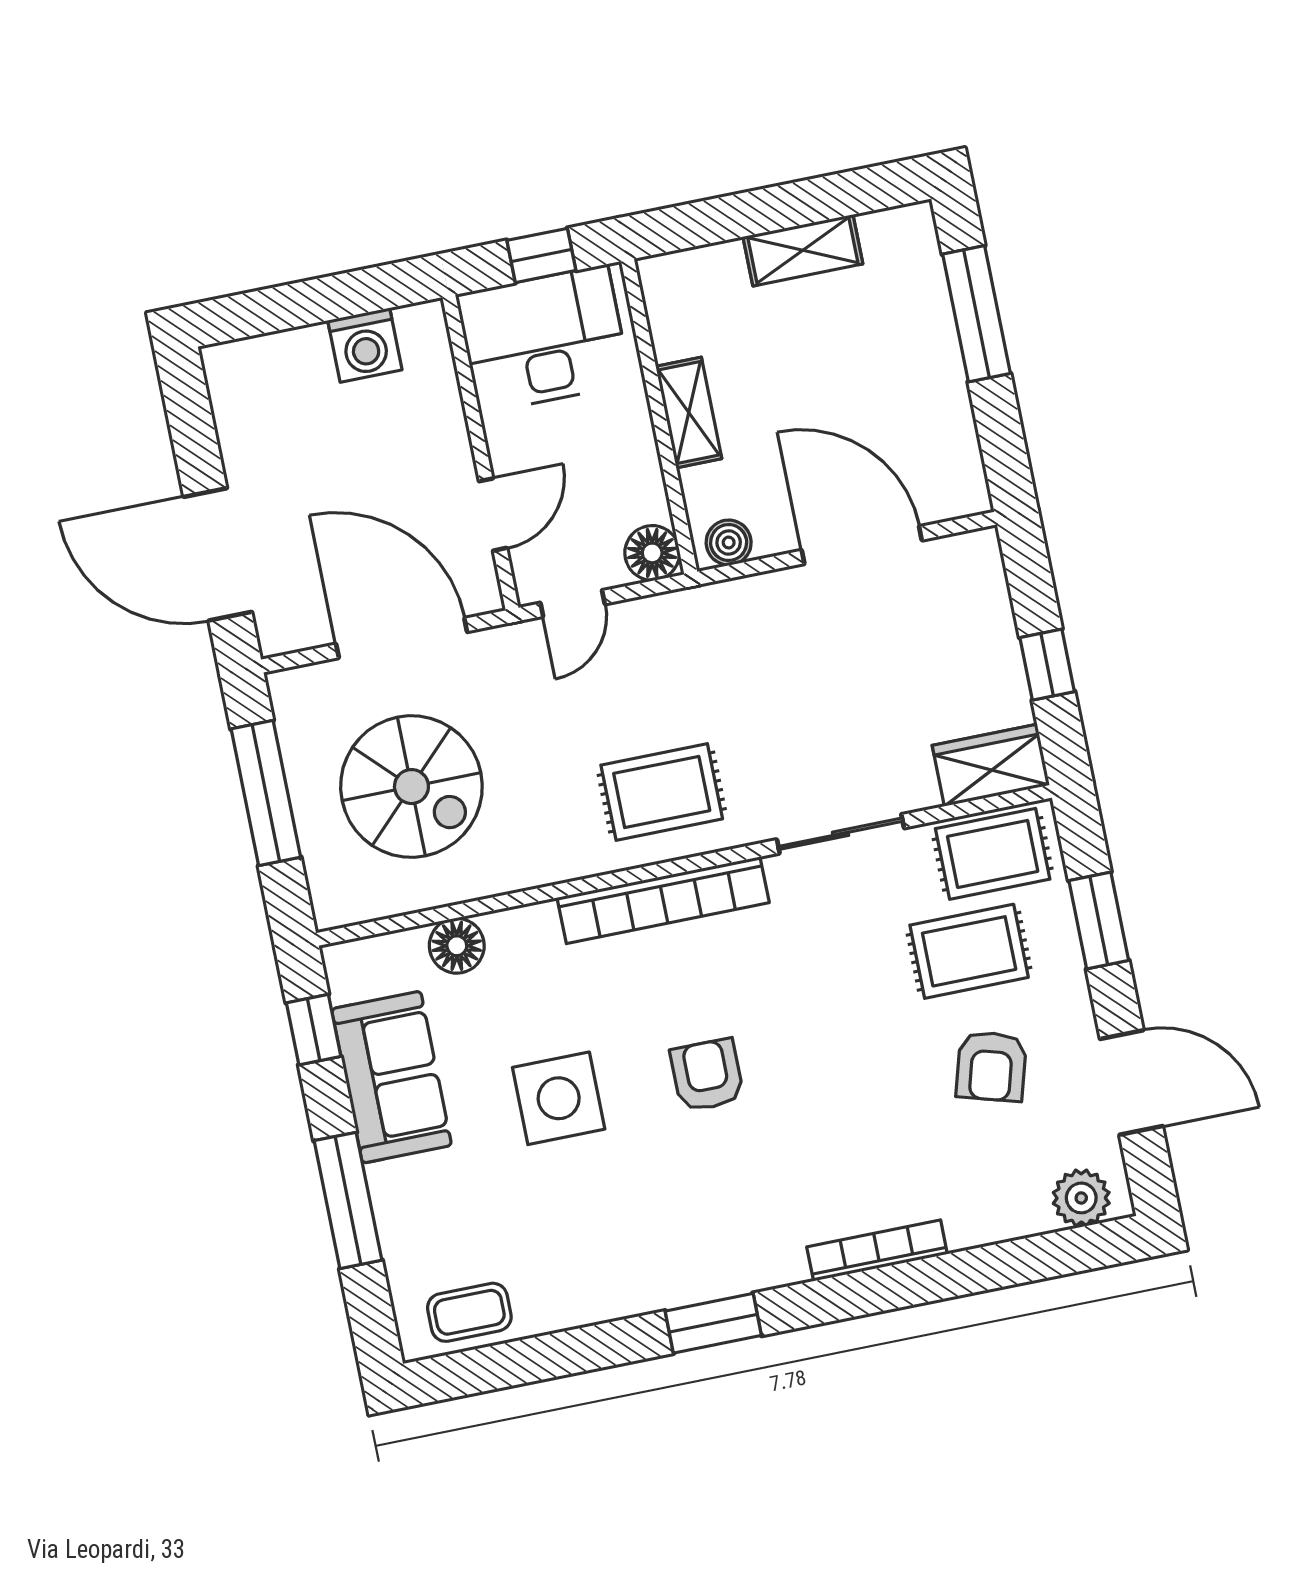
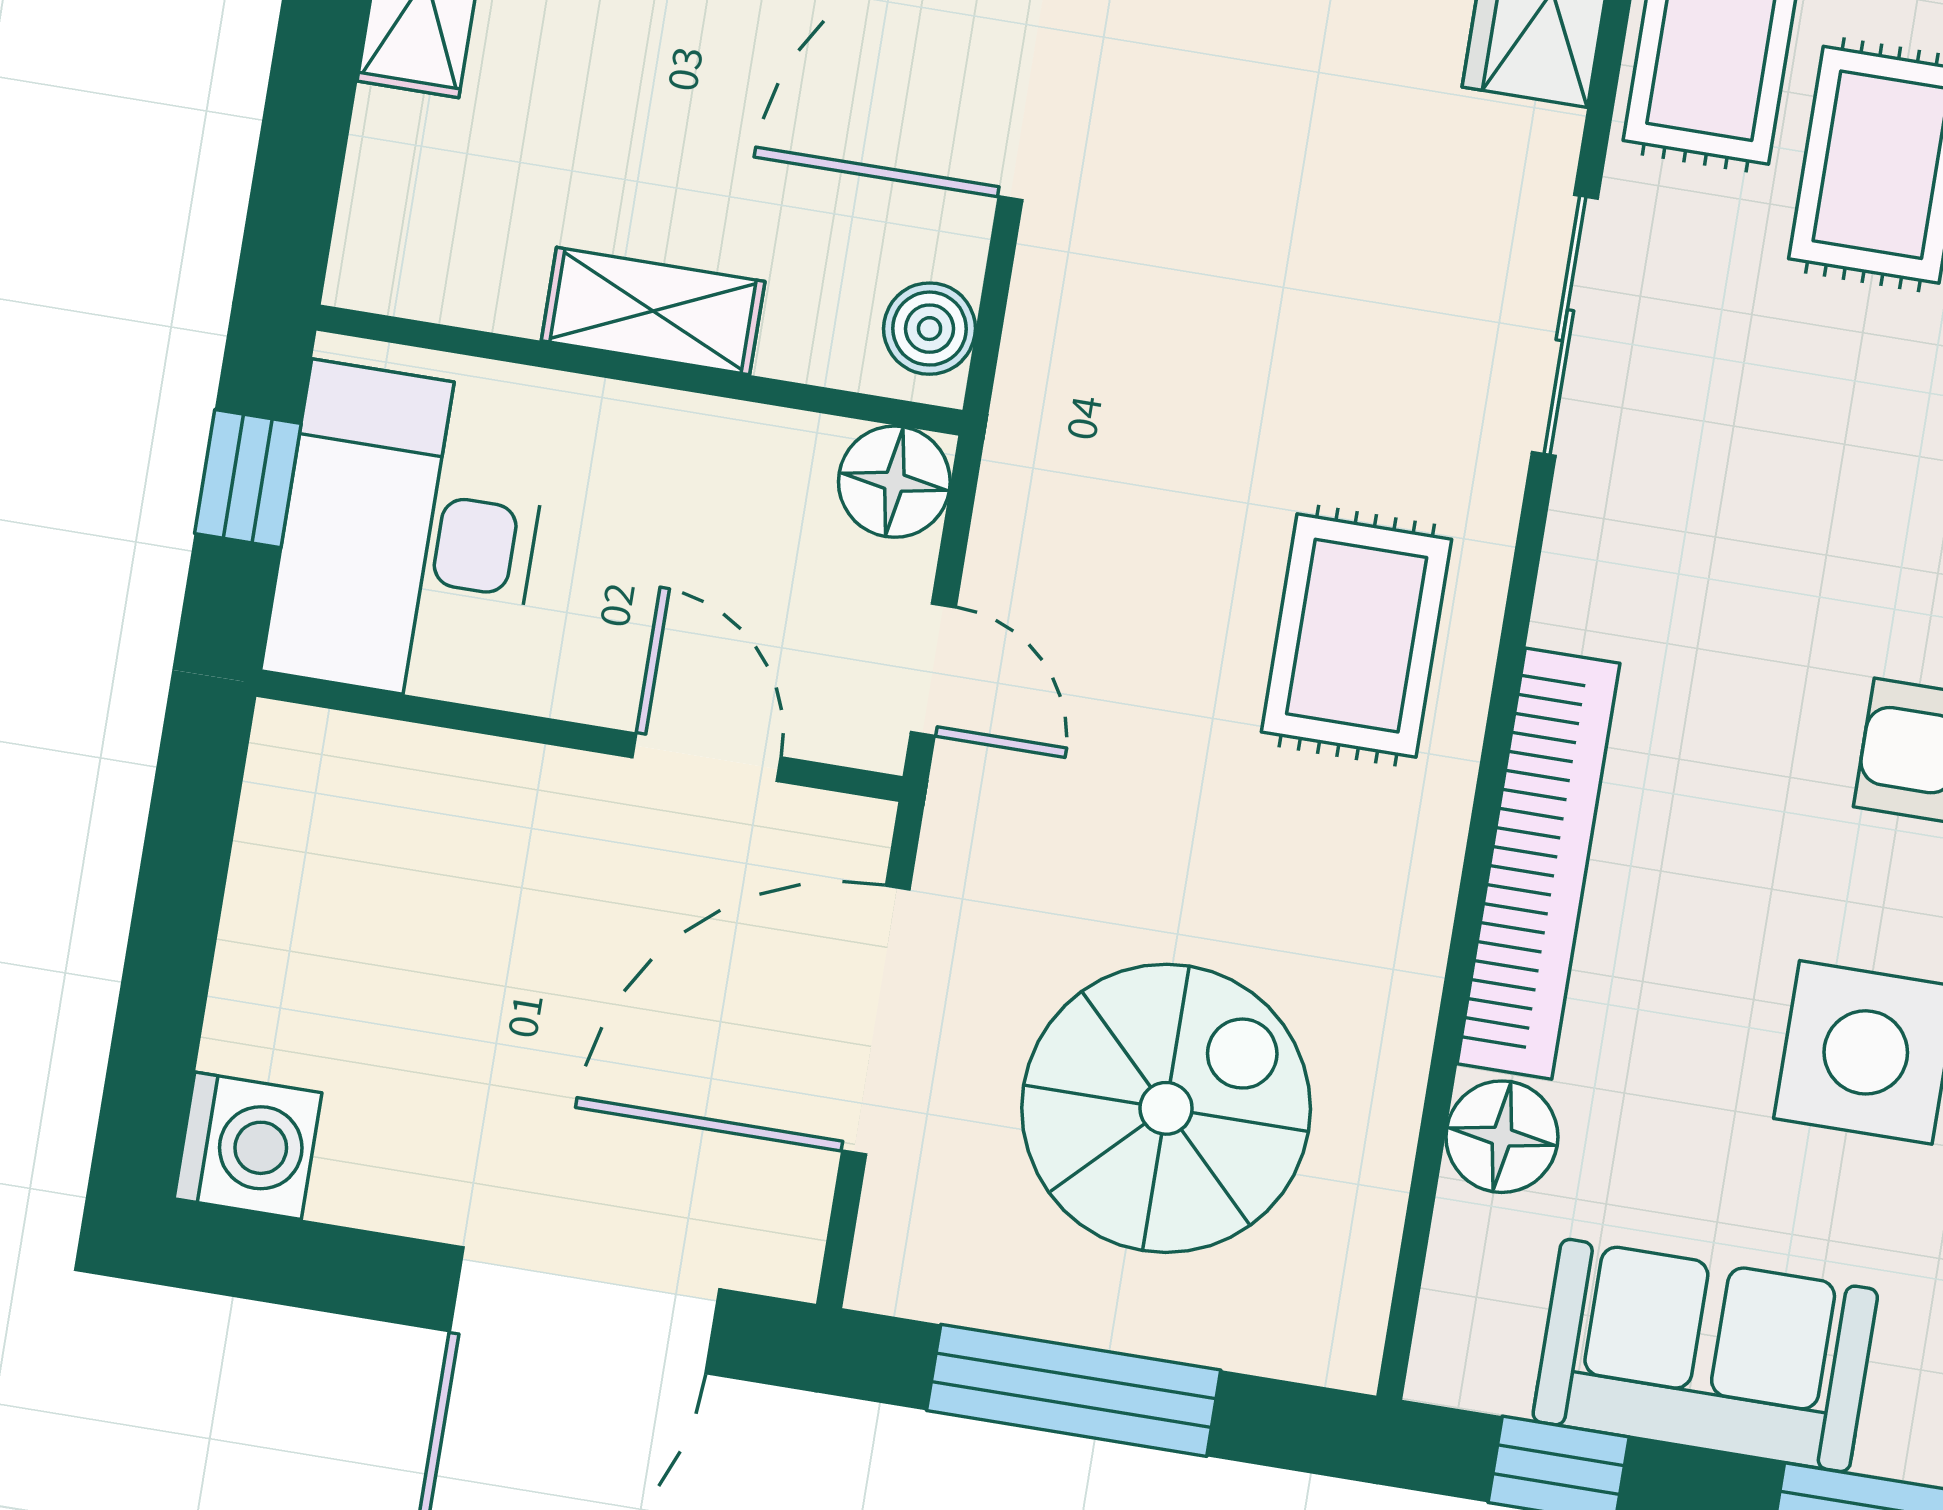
washing machine: (365, 345) -> (248, 1146), moved
bookcase: (663, 900) -> (1539, 864), moved

